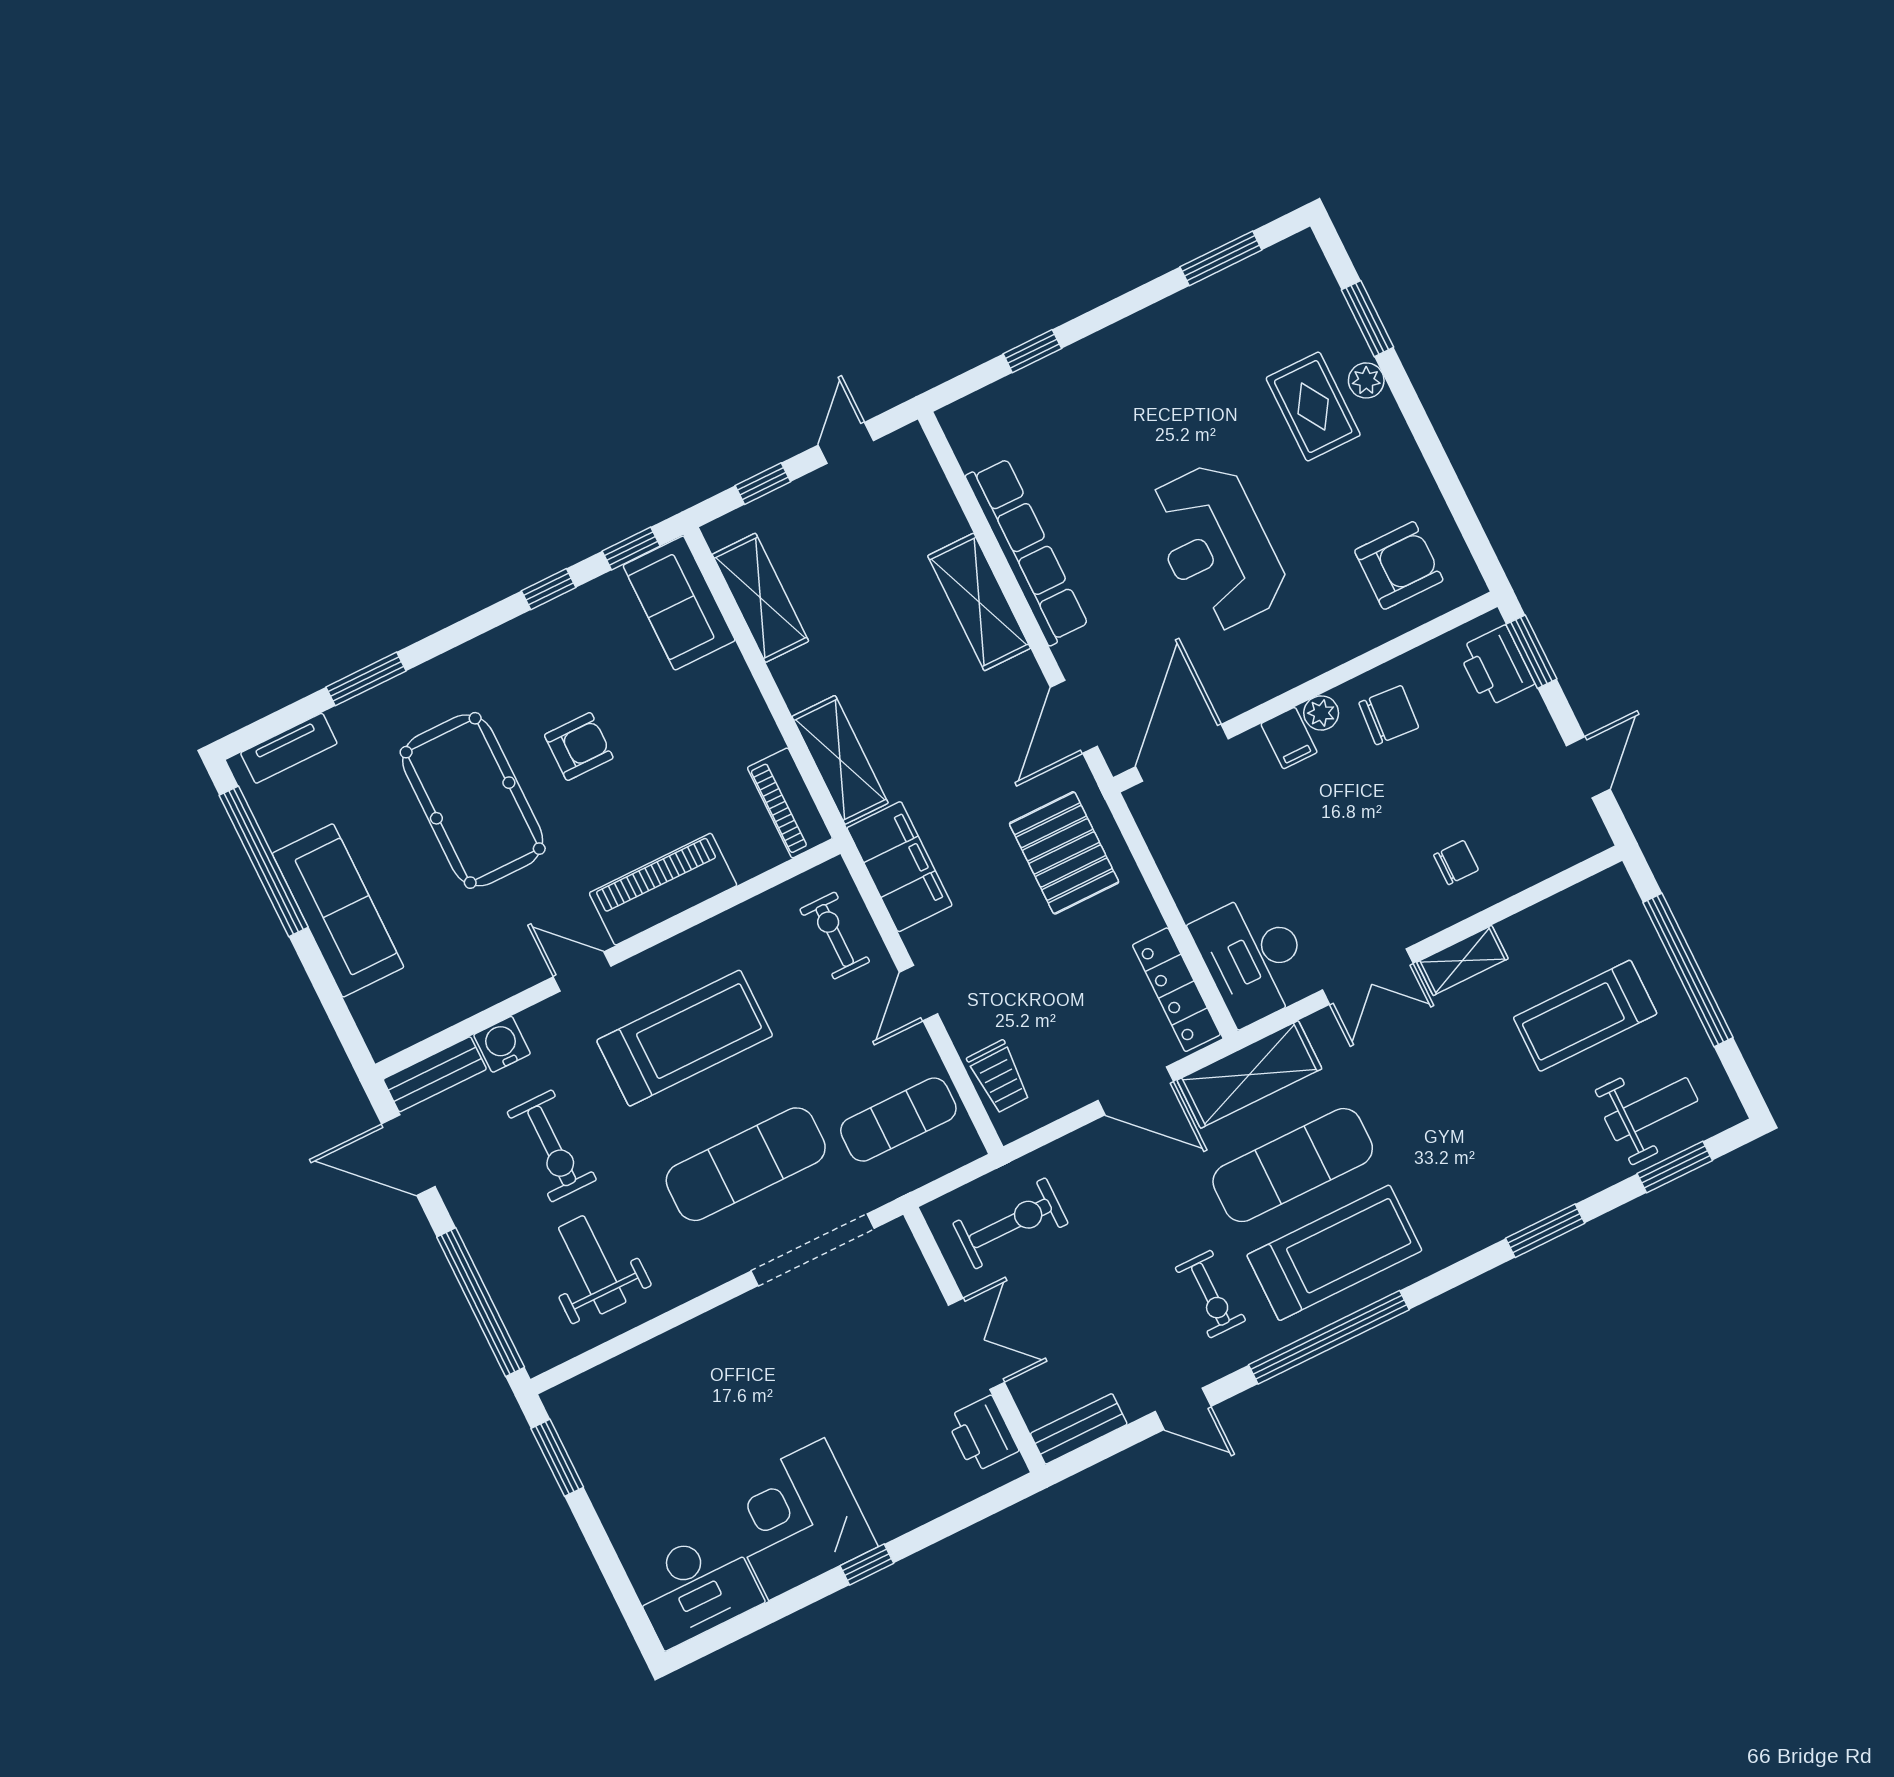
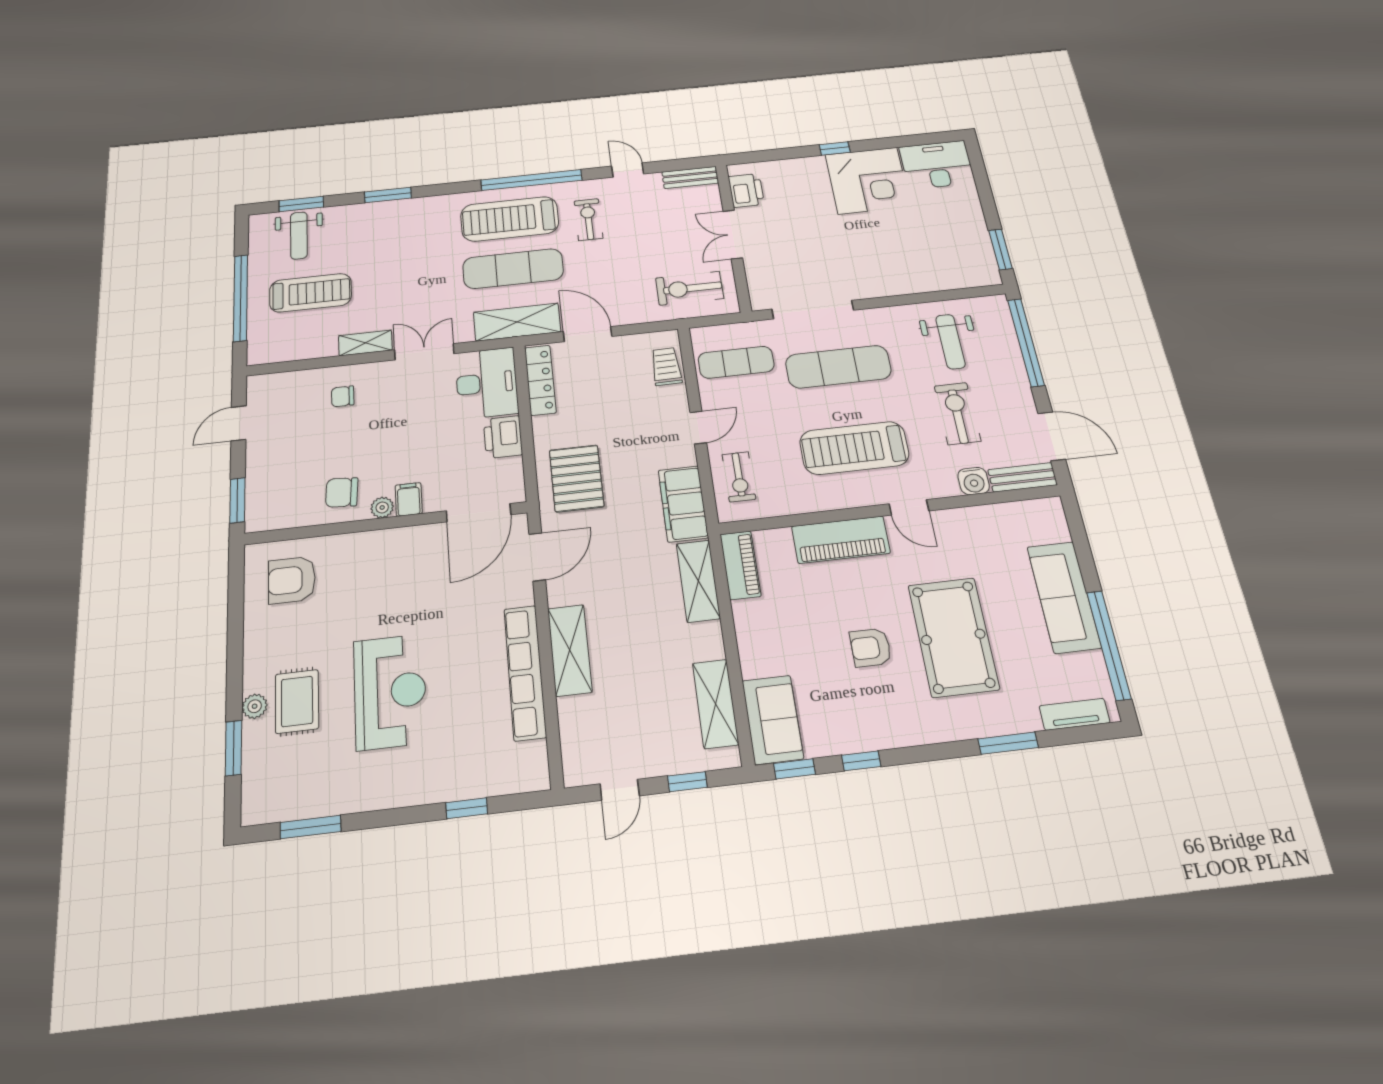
reception desk: (1216, 547) -> (390, 692), moved
printer: (1496, 666) -> (503, 437), moved, turned 180
weight bench: (1651, 1109) -> (299, 235), turned -90

